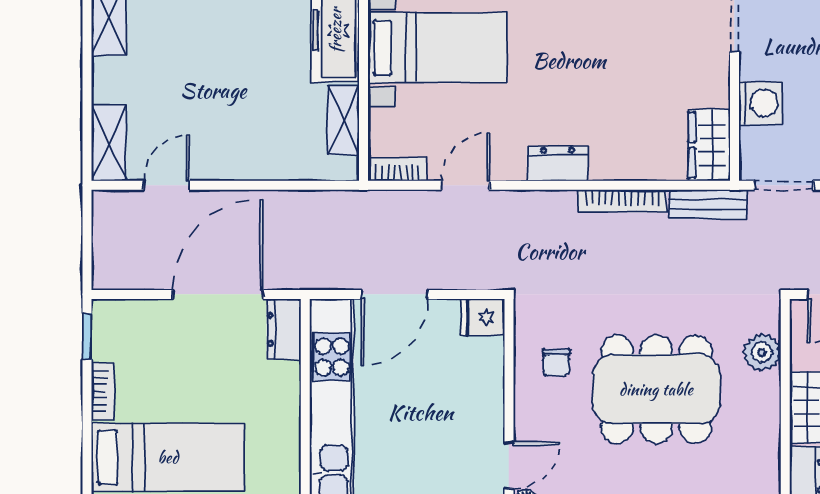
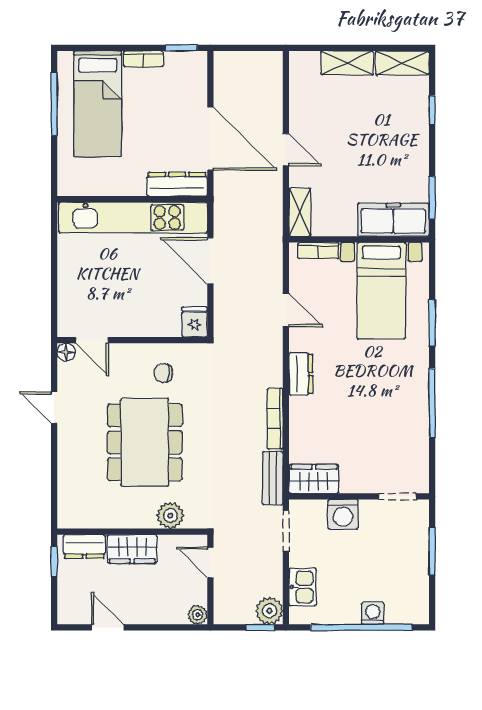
shelving: (343, 120) -> (300, 212), moved, turned 90
shelving: (109, 143) -> (347, 63), moved
bookcase: (397, 169) -> (318, 251), moved, turned 90
door: (166, 185) -> (286, 150), moved
dresser: (284, 329) -> (177, 184), width x1.44

